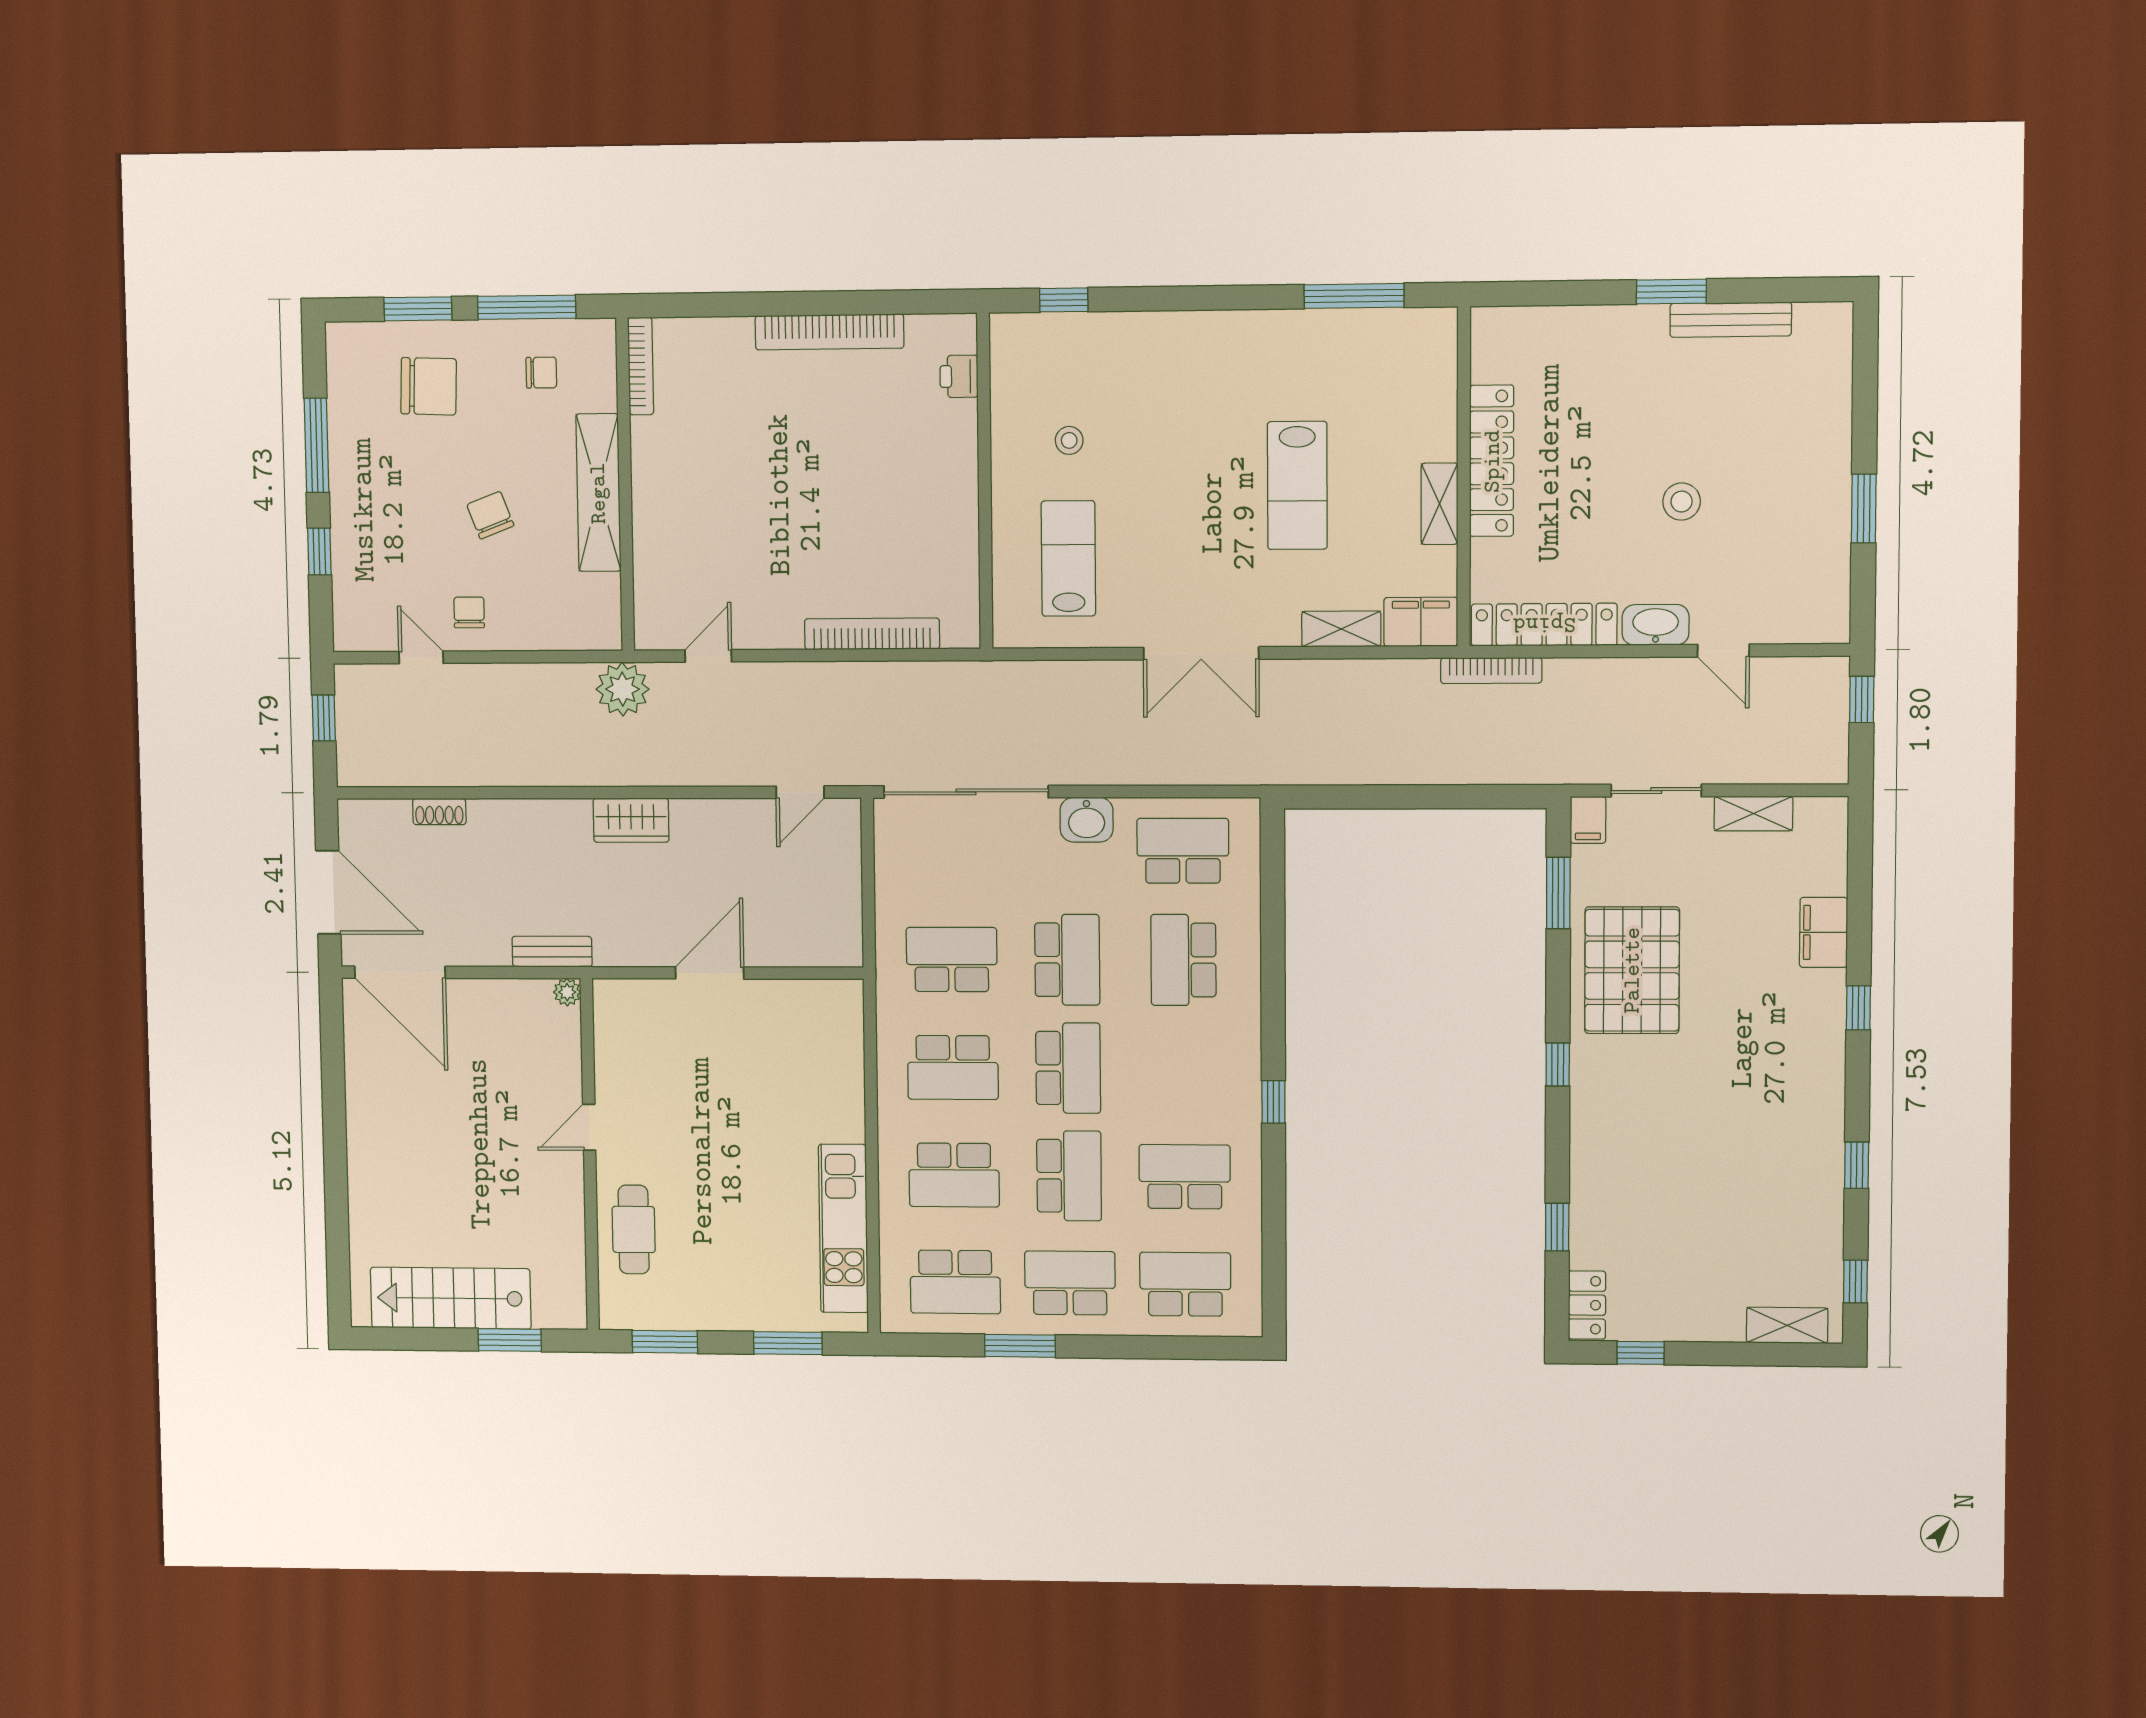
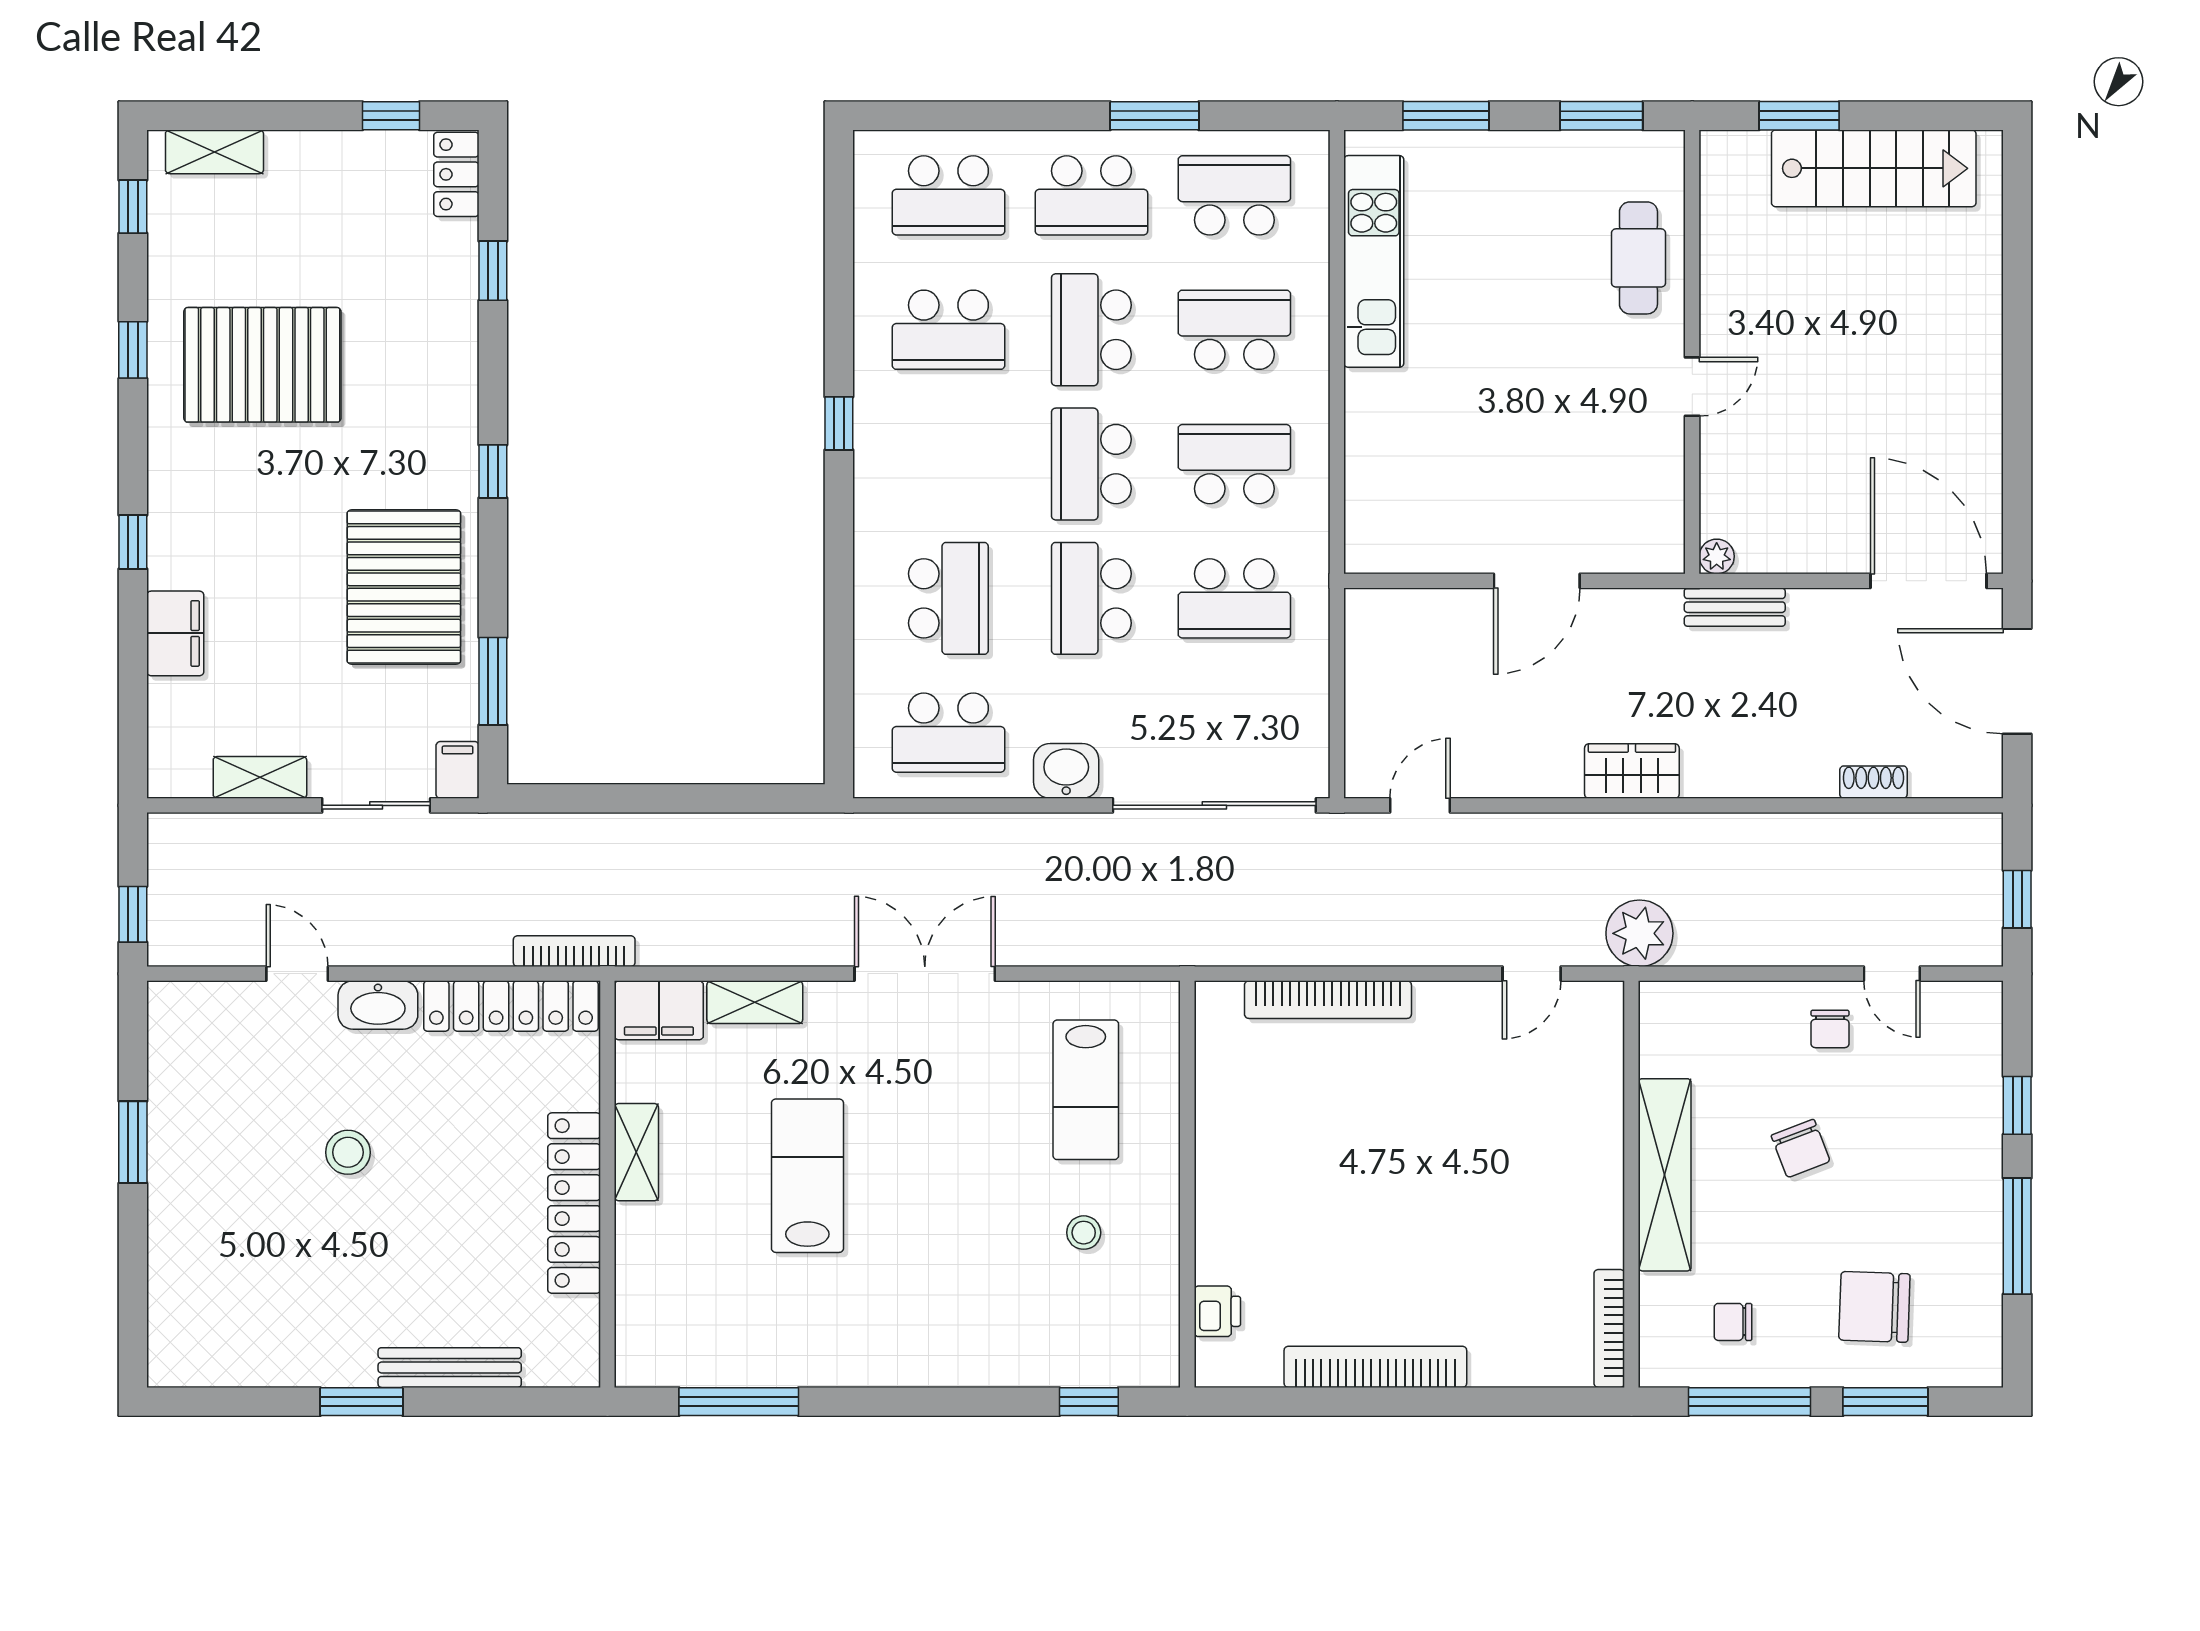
bench: (1731, 320) -> (450, 1368), moved
pallet: (1749, 1152) -> (262, 365), added

